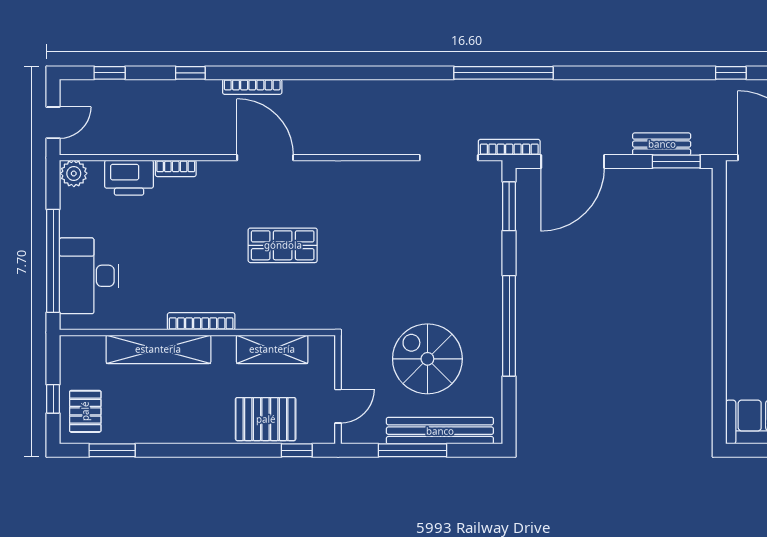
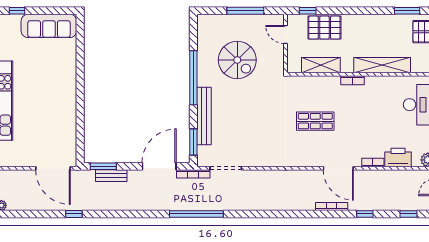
door: (265, 158) -> (338, 168), moved
bookcase: (201, 321) -> (353, 80), width x0.64
door: (338, 406) -> (285, 35), hinge flipped
bench: (440, 431) -> (204, 116), moved, turned 90

